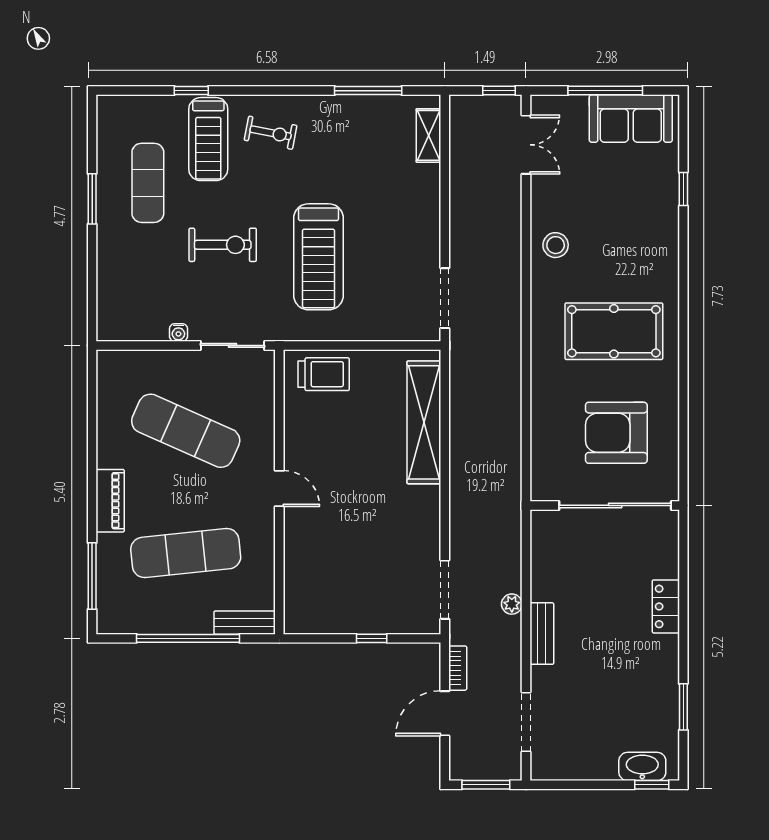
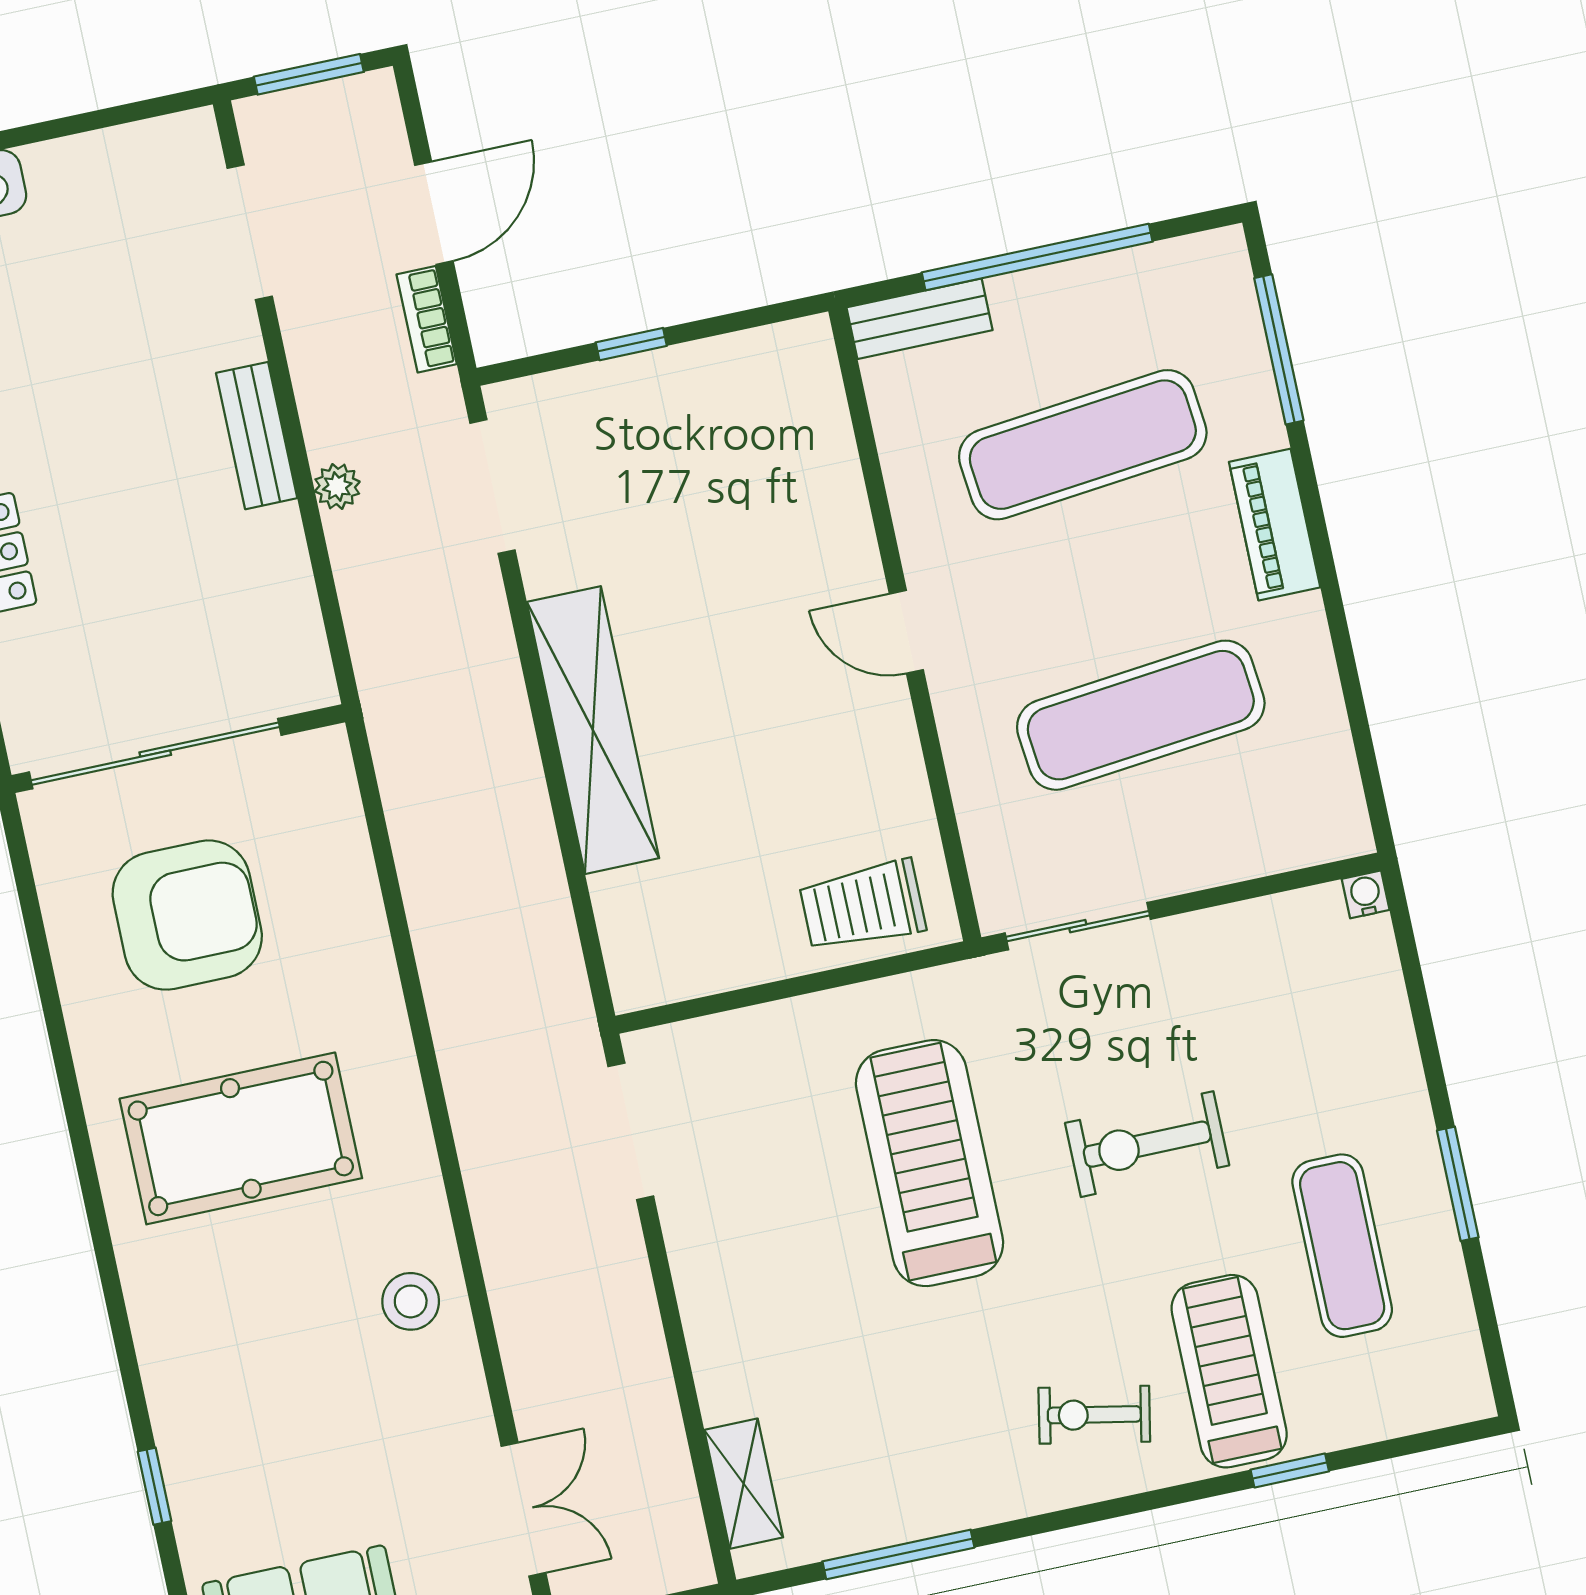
double door: (526, 145) -> (524, 1509), swing flipped
water cooler: (178, 332) -> (1366, 894), moved
shelving: (424, 422) -> (593, 730), moved
exercise mat: (186, 431) -> (1141, 715), turned -30

